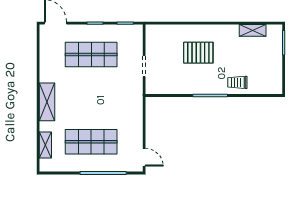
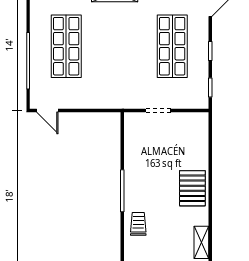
pallet: (198, 53) -> (192, 188), moved
door: (144, 157) -> (47, 111), hinge flipped

